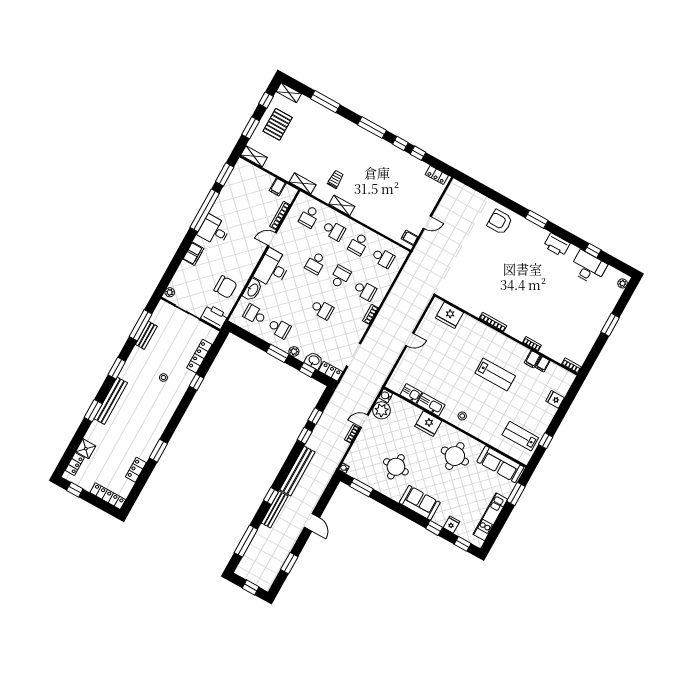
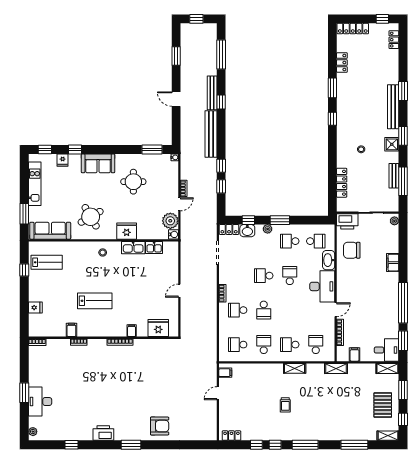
trolley: (335, 179) -> (285, 405), moved
desk: (214, 230) -> (387, 350), moved
school desk: (316, 263) -> (290, 276), moved
desk: (588, 268) -> (40, 401), moved, turned 90
filing cabinet: (543, 364) -> (132, 331), moved
lab bench: (495, 374) -> (95, 301), turned 180
window: (197, 382) -> (332, 119), moved
shower: (86, 449) -> (392, 144), moved
round table: (455, 456) -> (91, 217), turned -30

